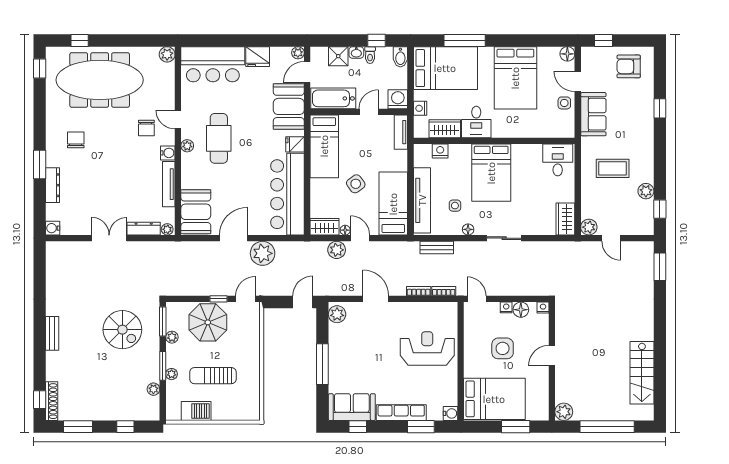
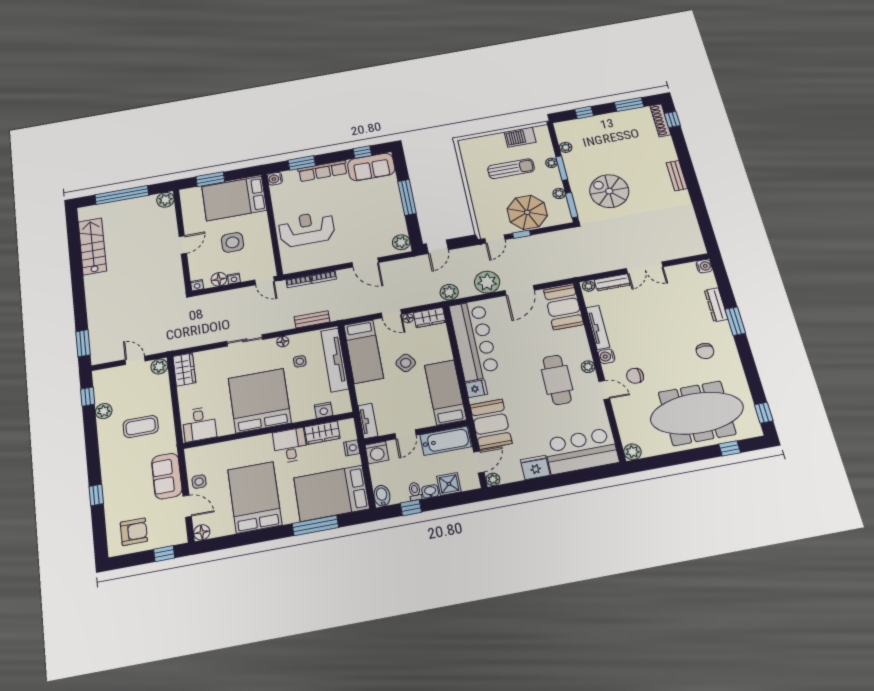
chair: (146, 128) -> (635, 376), turned -90
bed: (491, 173) -> (260, 401), width x1.36
plant: (337, 250) -> (449, 292), moved
reception desk: (427, 349) -> (307, 229), turned 180

